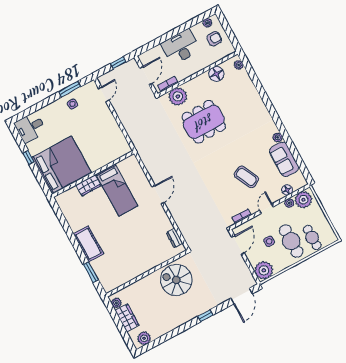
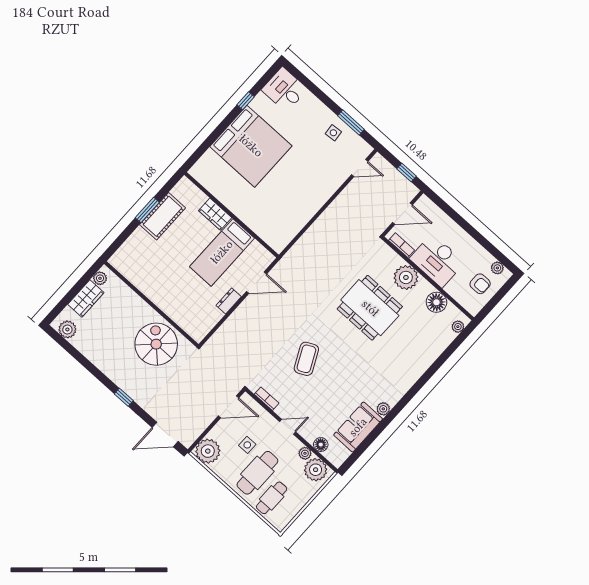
desk: (181, 47) -> (437, 260), moved, turned 180
plant: (178, 96) -> (406, 277), moved
wall: (93, 174) -> (232, 215), moved
coffee table: (246, 177) -> (306, 359), moved
wardrobe: (89, 185) -> (215, 214), moved
bed: (117, 190) -> (222, 252), moved
dresser: (175, 238) -> (229, 301), moved
window: (91, 272) -> (147, 210), moved

